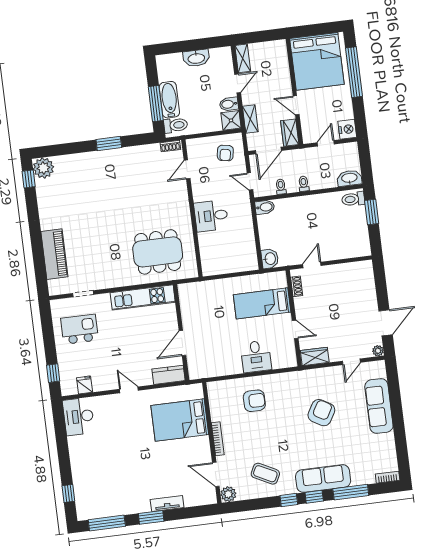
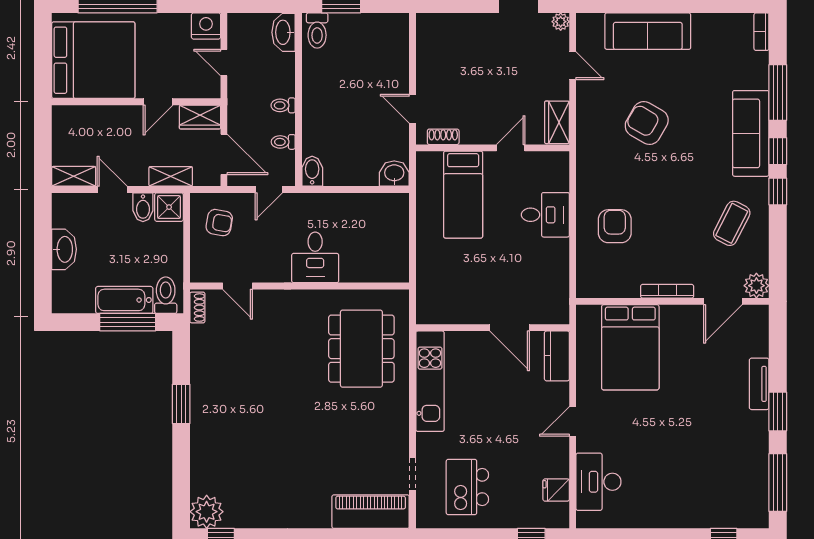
piano: (54, 254) -> (371, 512), moved
desk: (78, 417) -> (598, 482), moved, turned 90

